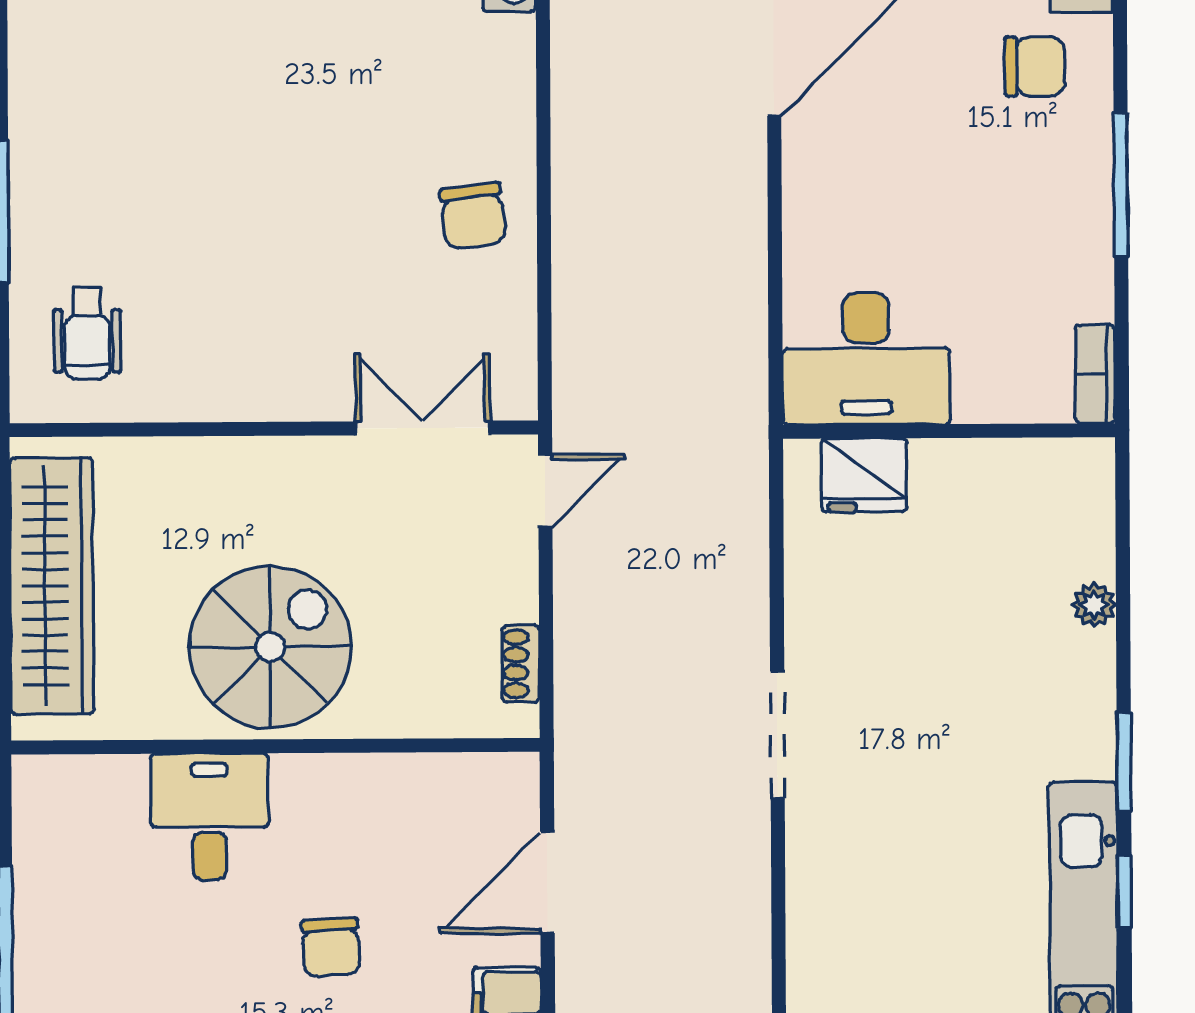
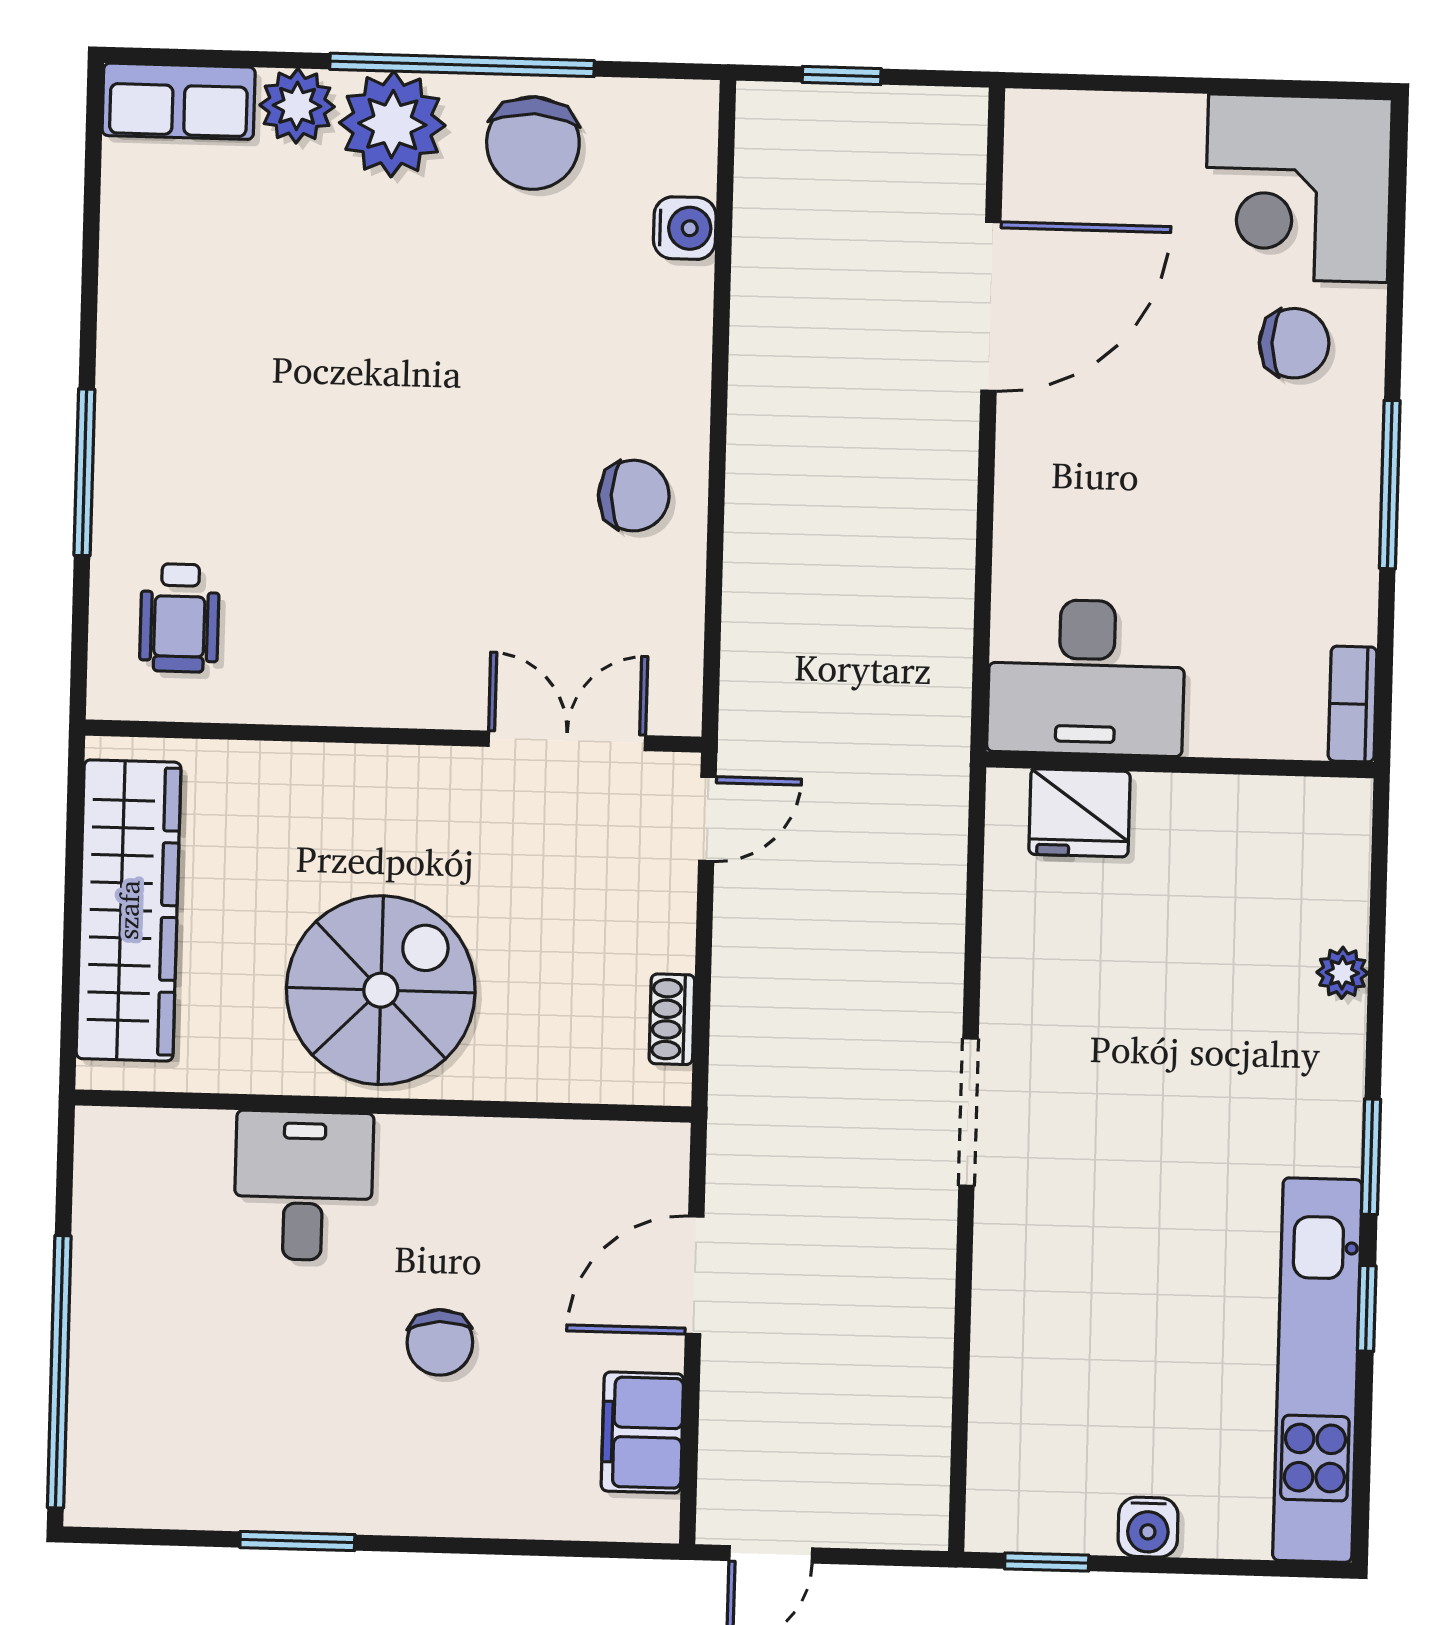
chair: (473, 216) -> (634, 496), turned -83

